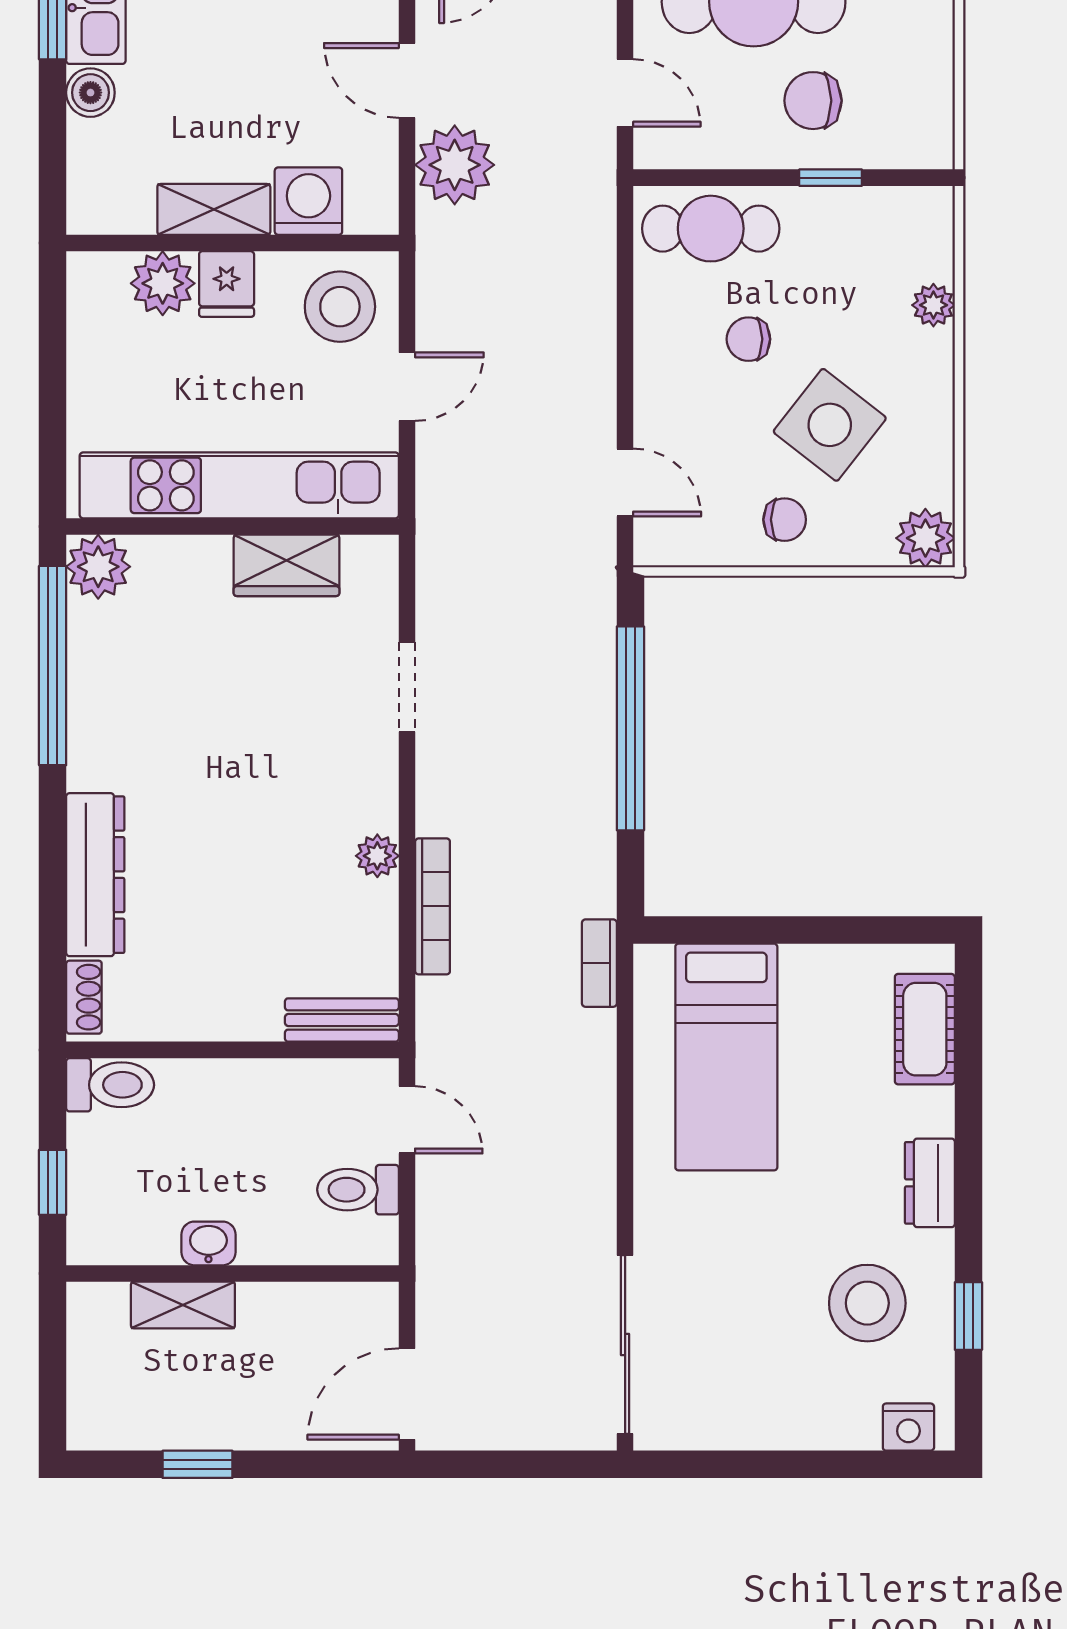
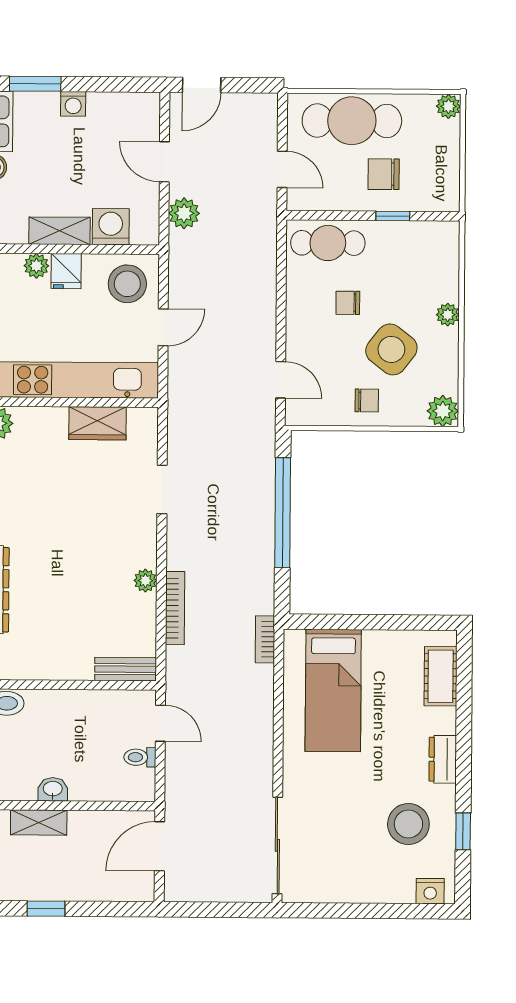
plant: (455, 165) -> (184, 213), width x0.73, depth x0.73
plant: (163, 283) -> (36, 266), width x0.73, depth x0.73
plant: (933, 305) -> (448, 315), moved
toilet: (358, 1190) -> (140, 757), width x0.73, depth x0.72
door: (407, 1394) -> (160, 846), moved

